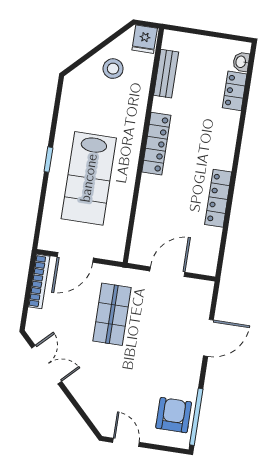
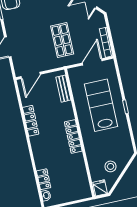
bench: (166, 74) -> (63, 89), moved
door: (167, 272) -> (31, 75), moved

